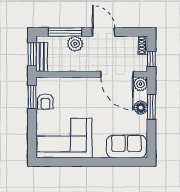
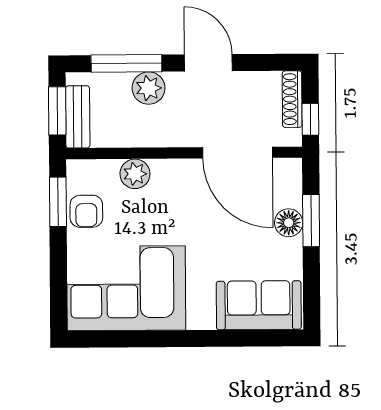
shoe rack: (143, 45) -> (292, 99), width x1.43
plant: (140, 84) -> (135, 174), moved

